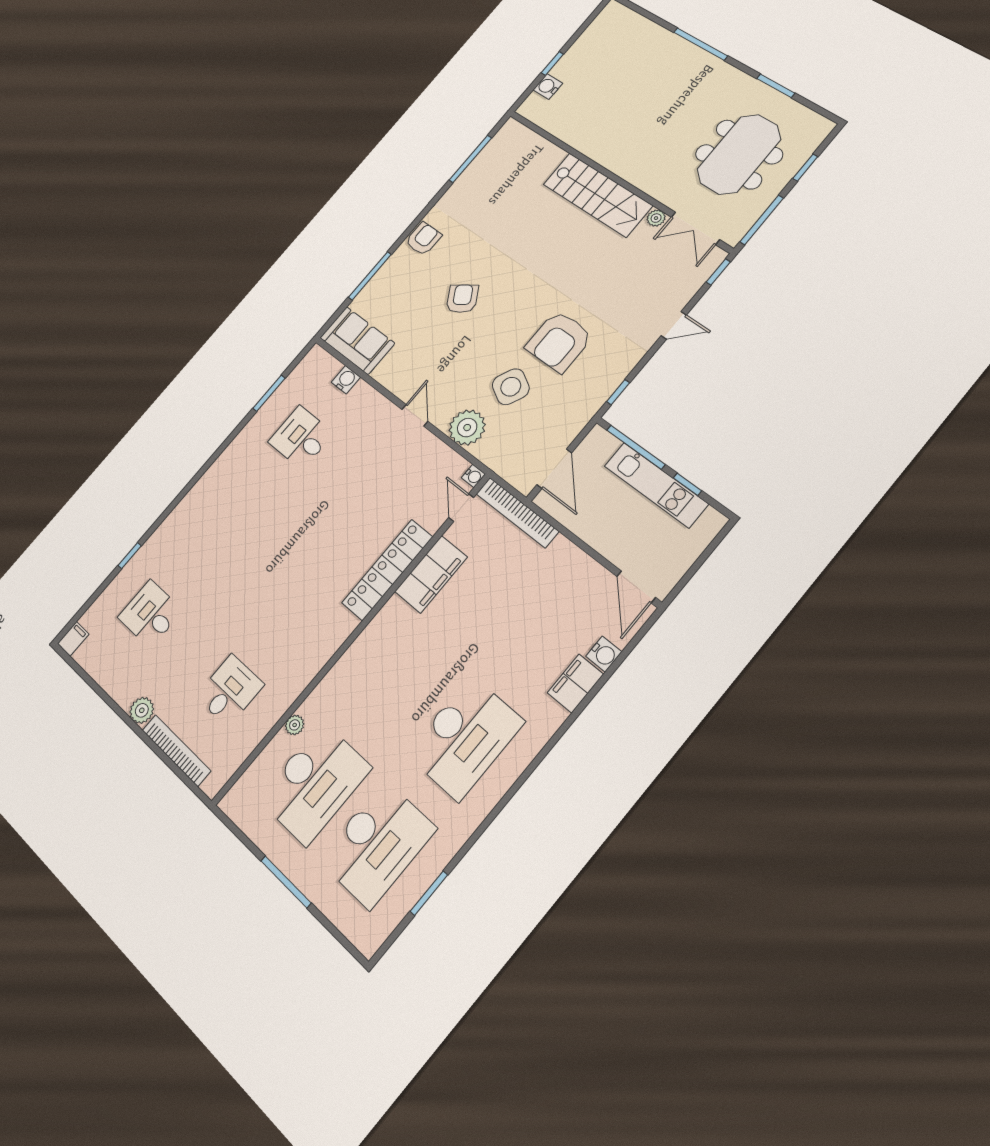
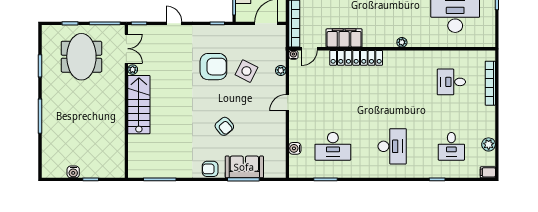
water cooler: (548, 87) -> (73, 172), moved
meeting table: (739, 154) -> (81, 57), turned 90
armchair: (462, 299) -> (224, 126), turned -97
sofa: (357, 340) -> (244, 167), moved, turned 90
plant: (467, 428) -> (281, 71), width x0.53, depth x0.53
desk: (301, 438) -> (333, 146), width x1.37
desk: (226, 525) -> (392, 146), added
plant: (142, 710) -> (489, 144), moved
plant: (295, 725) -> (402, 42), moved

